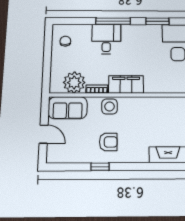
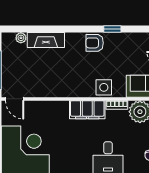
armchair: (108, 142) -> (95, 43), moved

